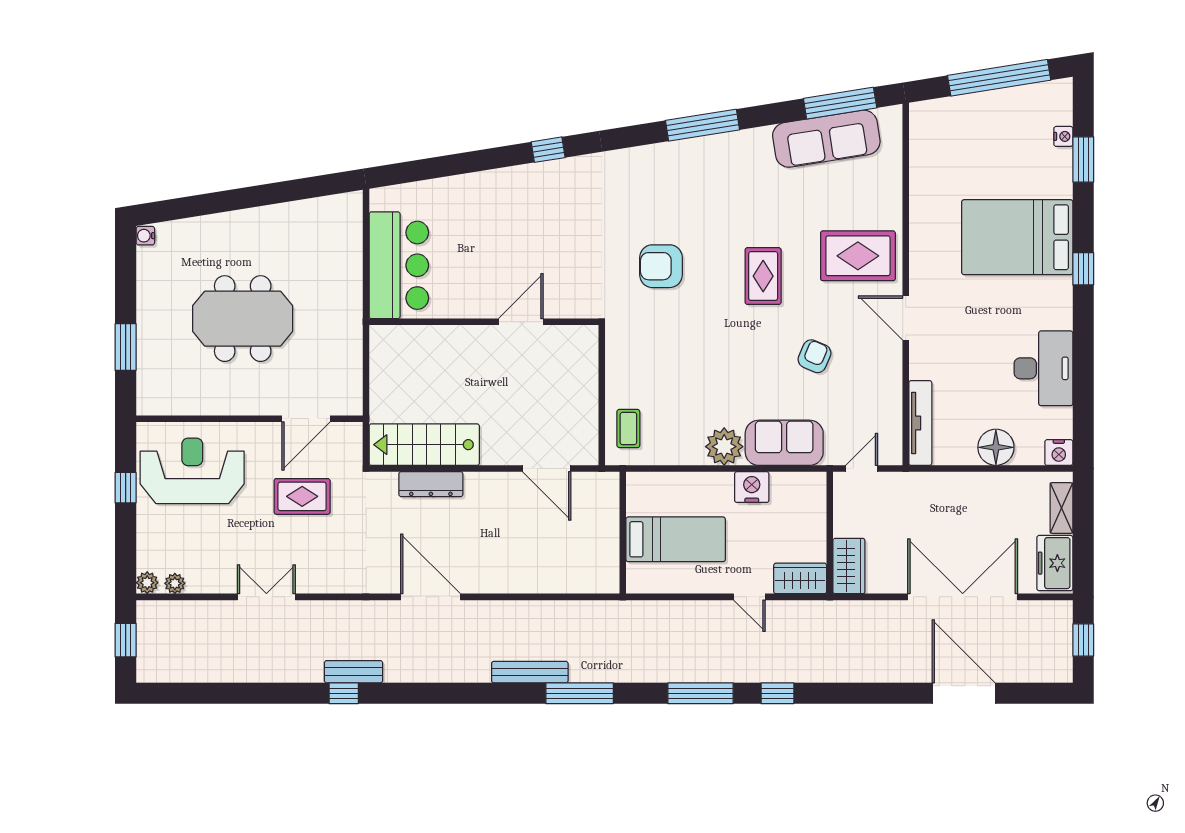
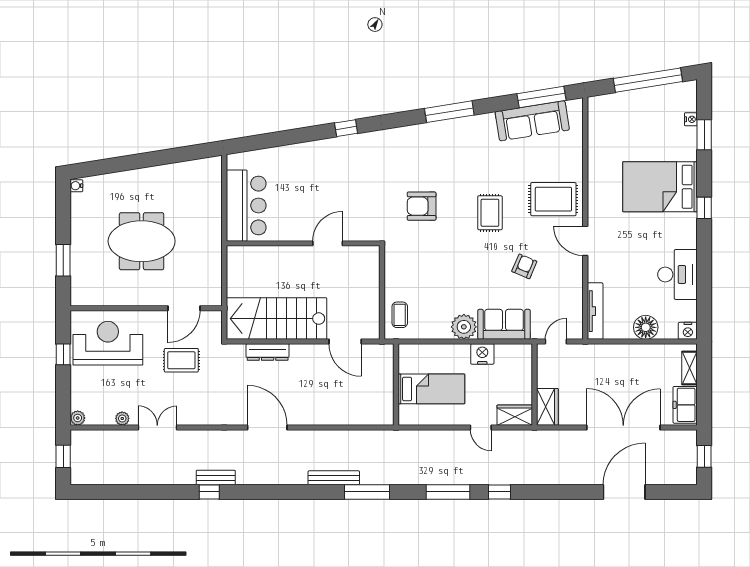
stairs: (424, 445) -> (276, 319), width x1.36, depth x1.51
plant: (175, 583) -> (122, 418), moved
door: (964, 693) -> (624, 492), hinge flipped

